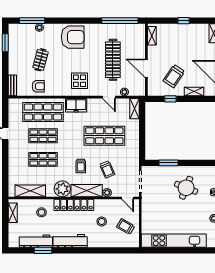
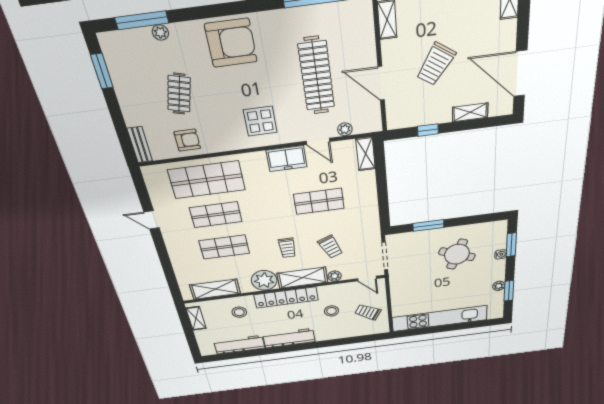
trolley: (174, 76) -> (436, 64), moved
freezer: (76, 105) -> (287, 159), moved
shop shelf: (104, 136) -> (319, 201), width x0.70, depth x0.74
window: (43, 250) -> (252, 353), removed

